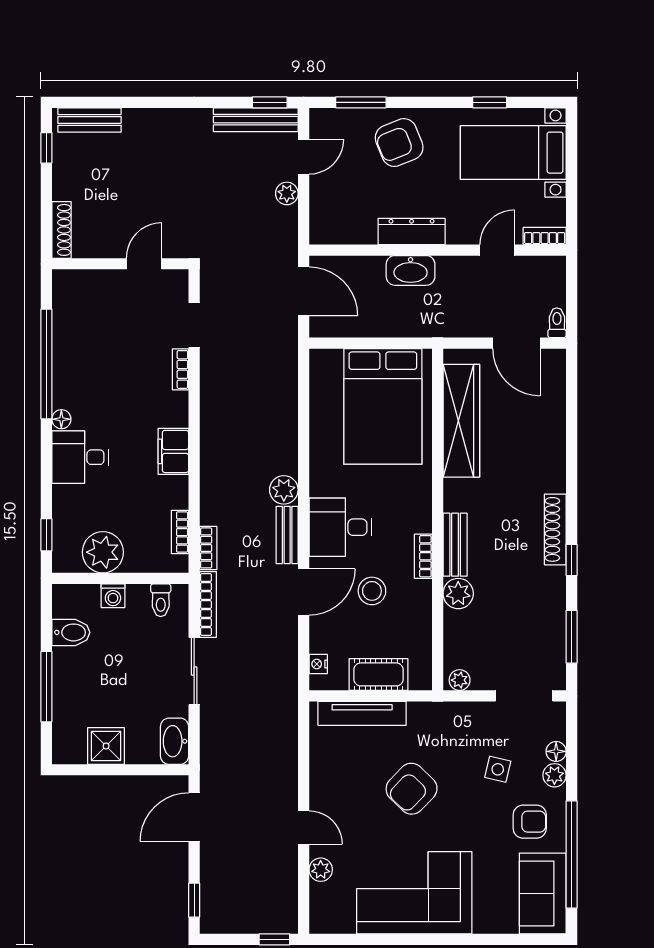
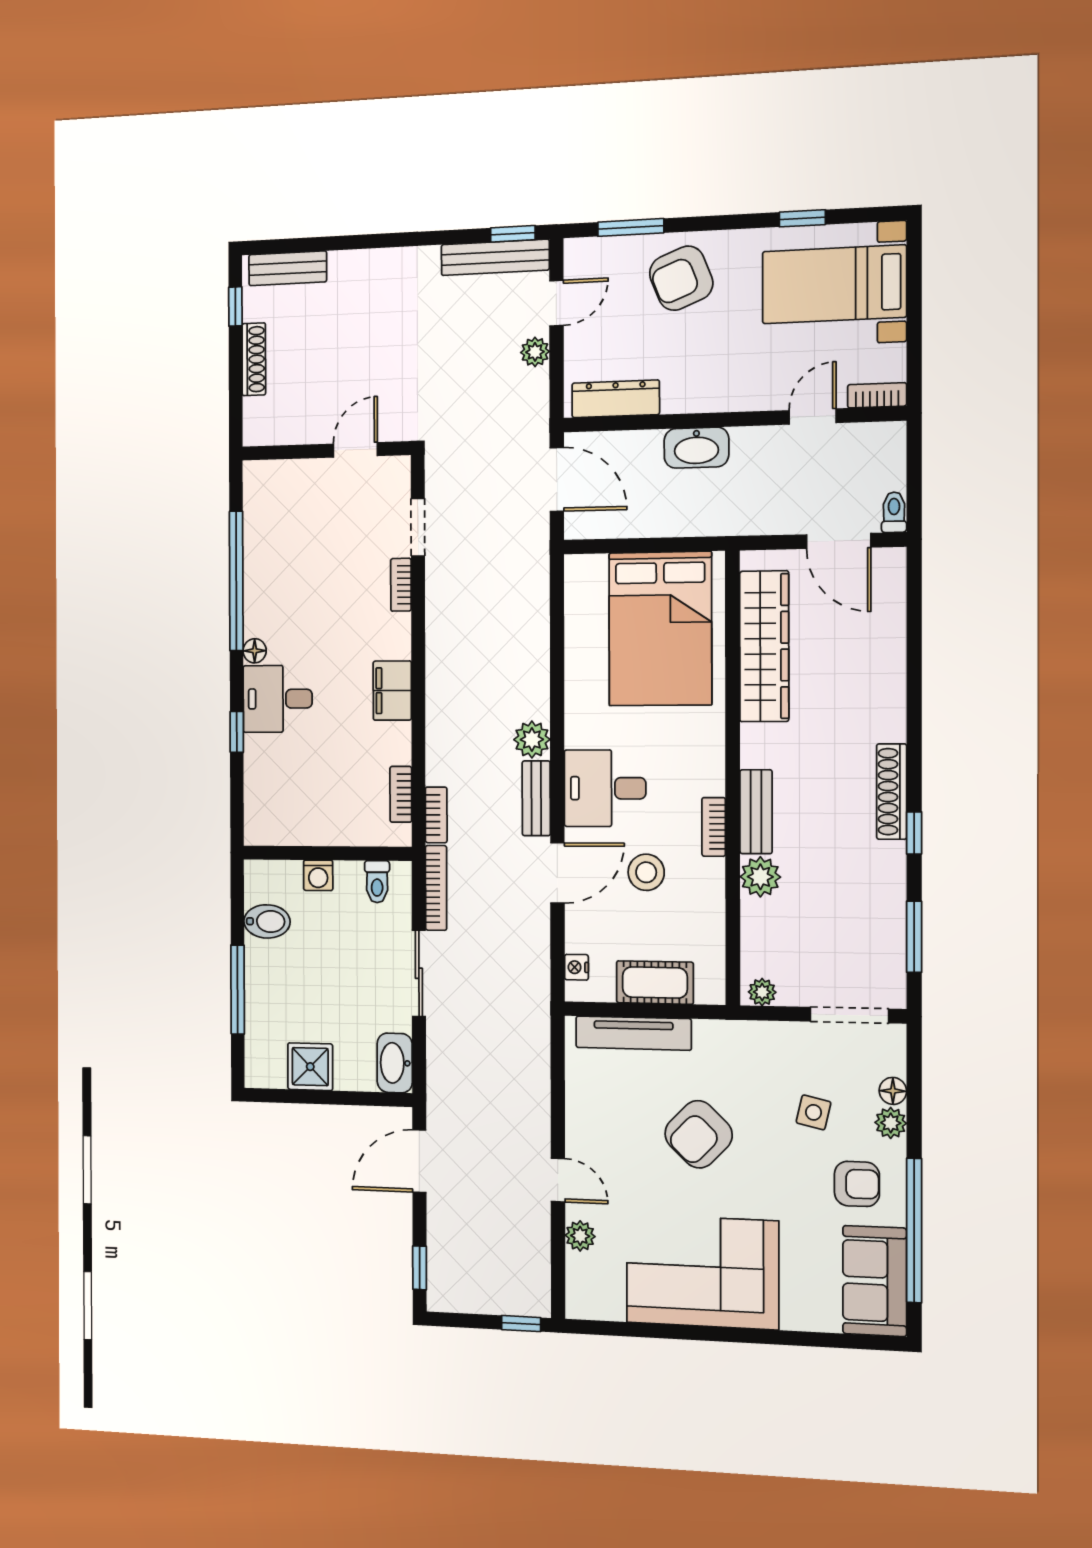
shoe rack: (62, 230) -> (254, 359), moved
dresser: (412, 231) -> (616, 399), moved
window: (46, 535) -> (237, 732), moved
plant: (103, 552) -> (306, 820), removed

